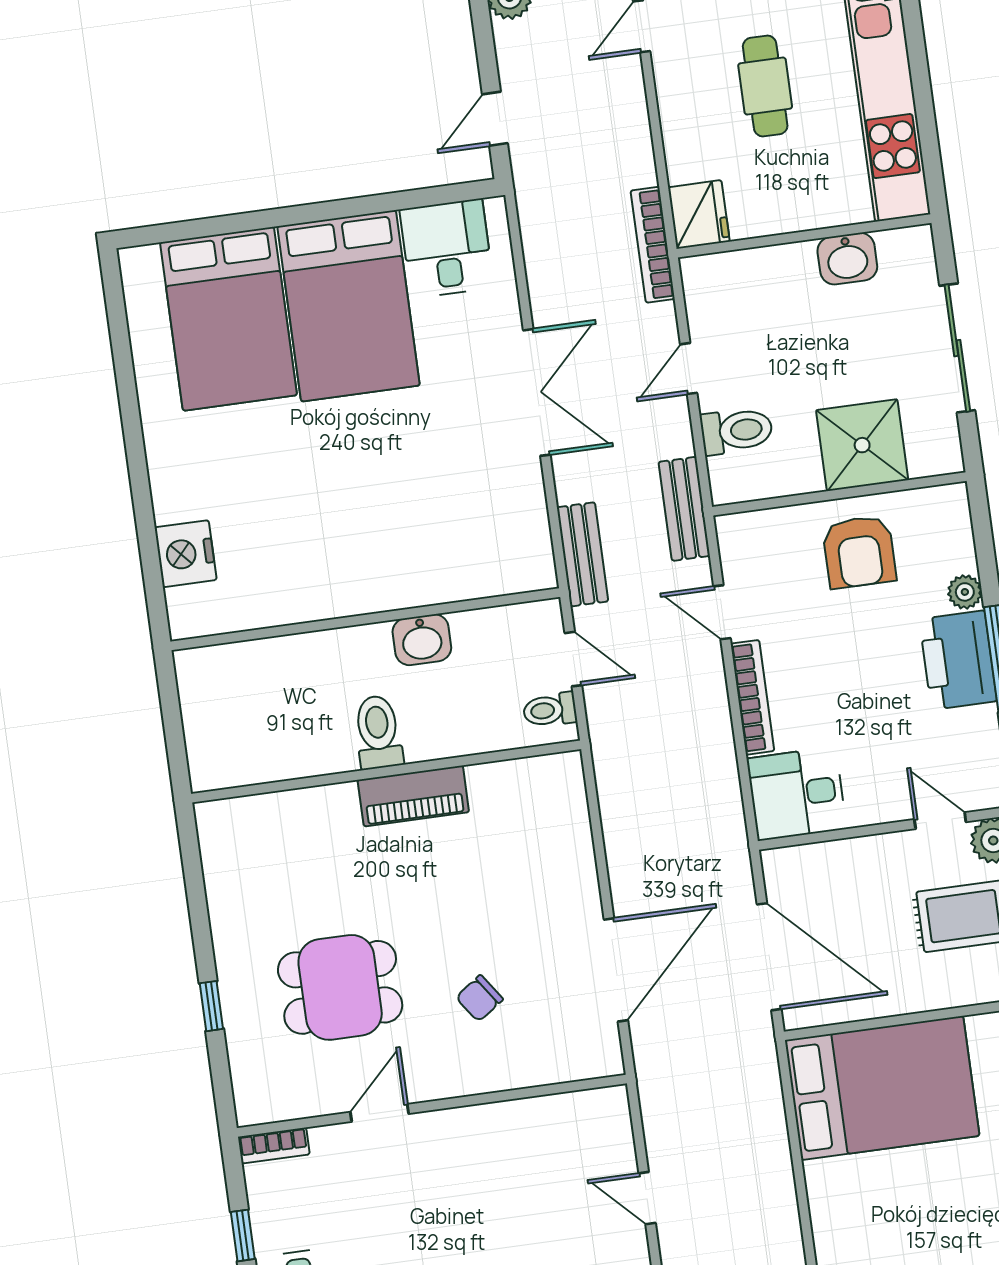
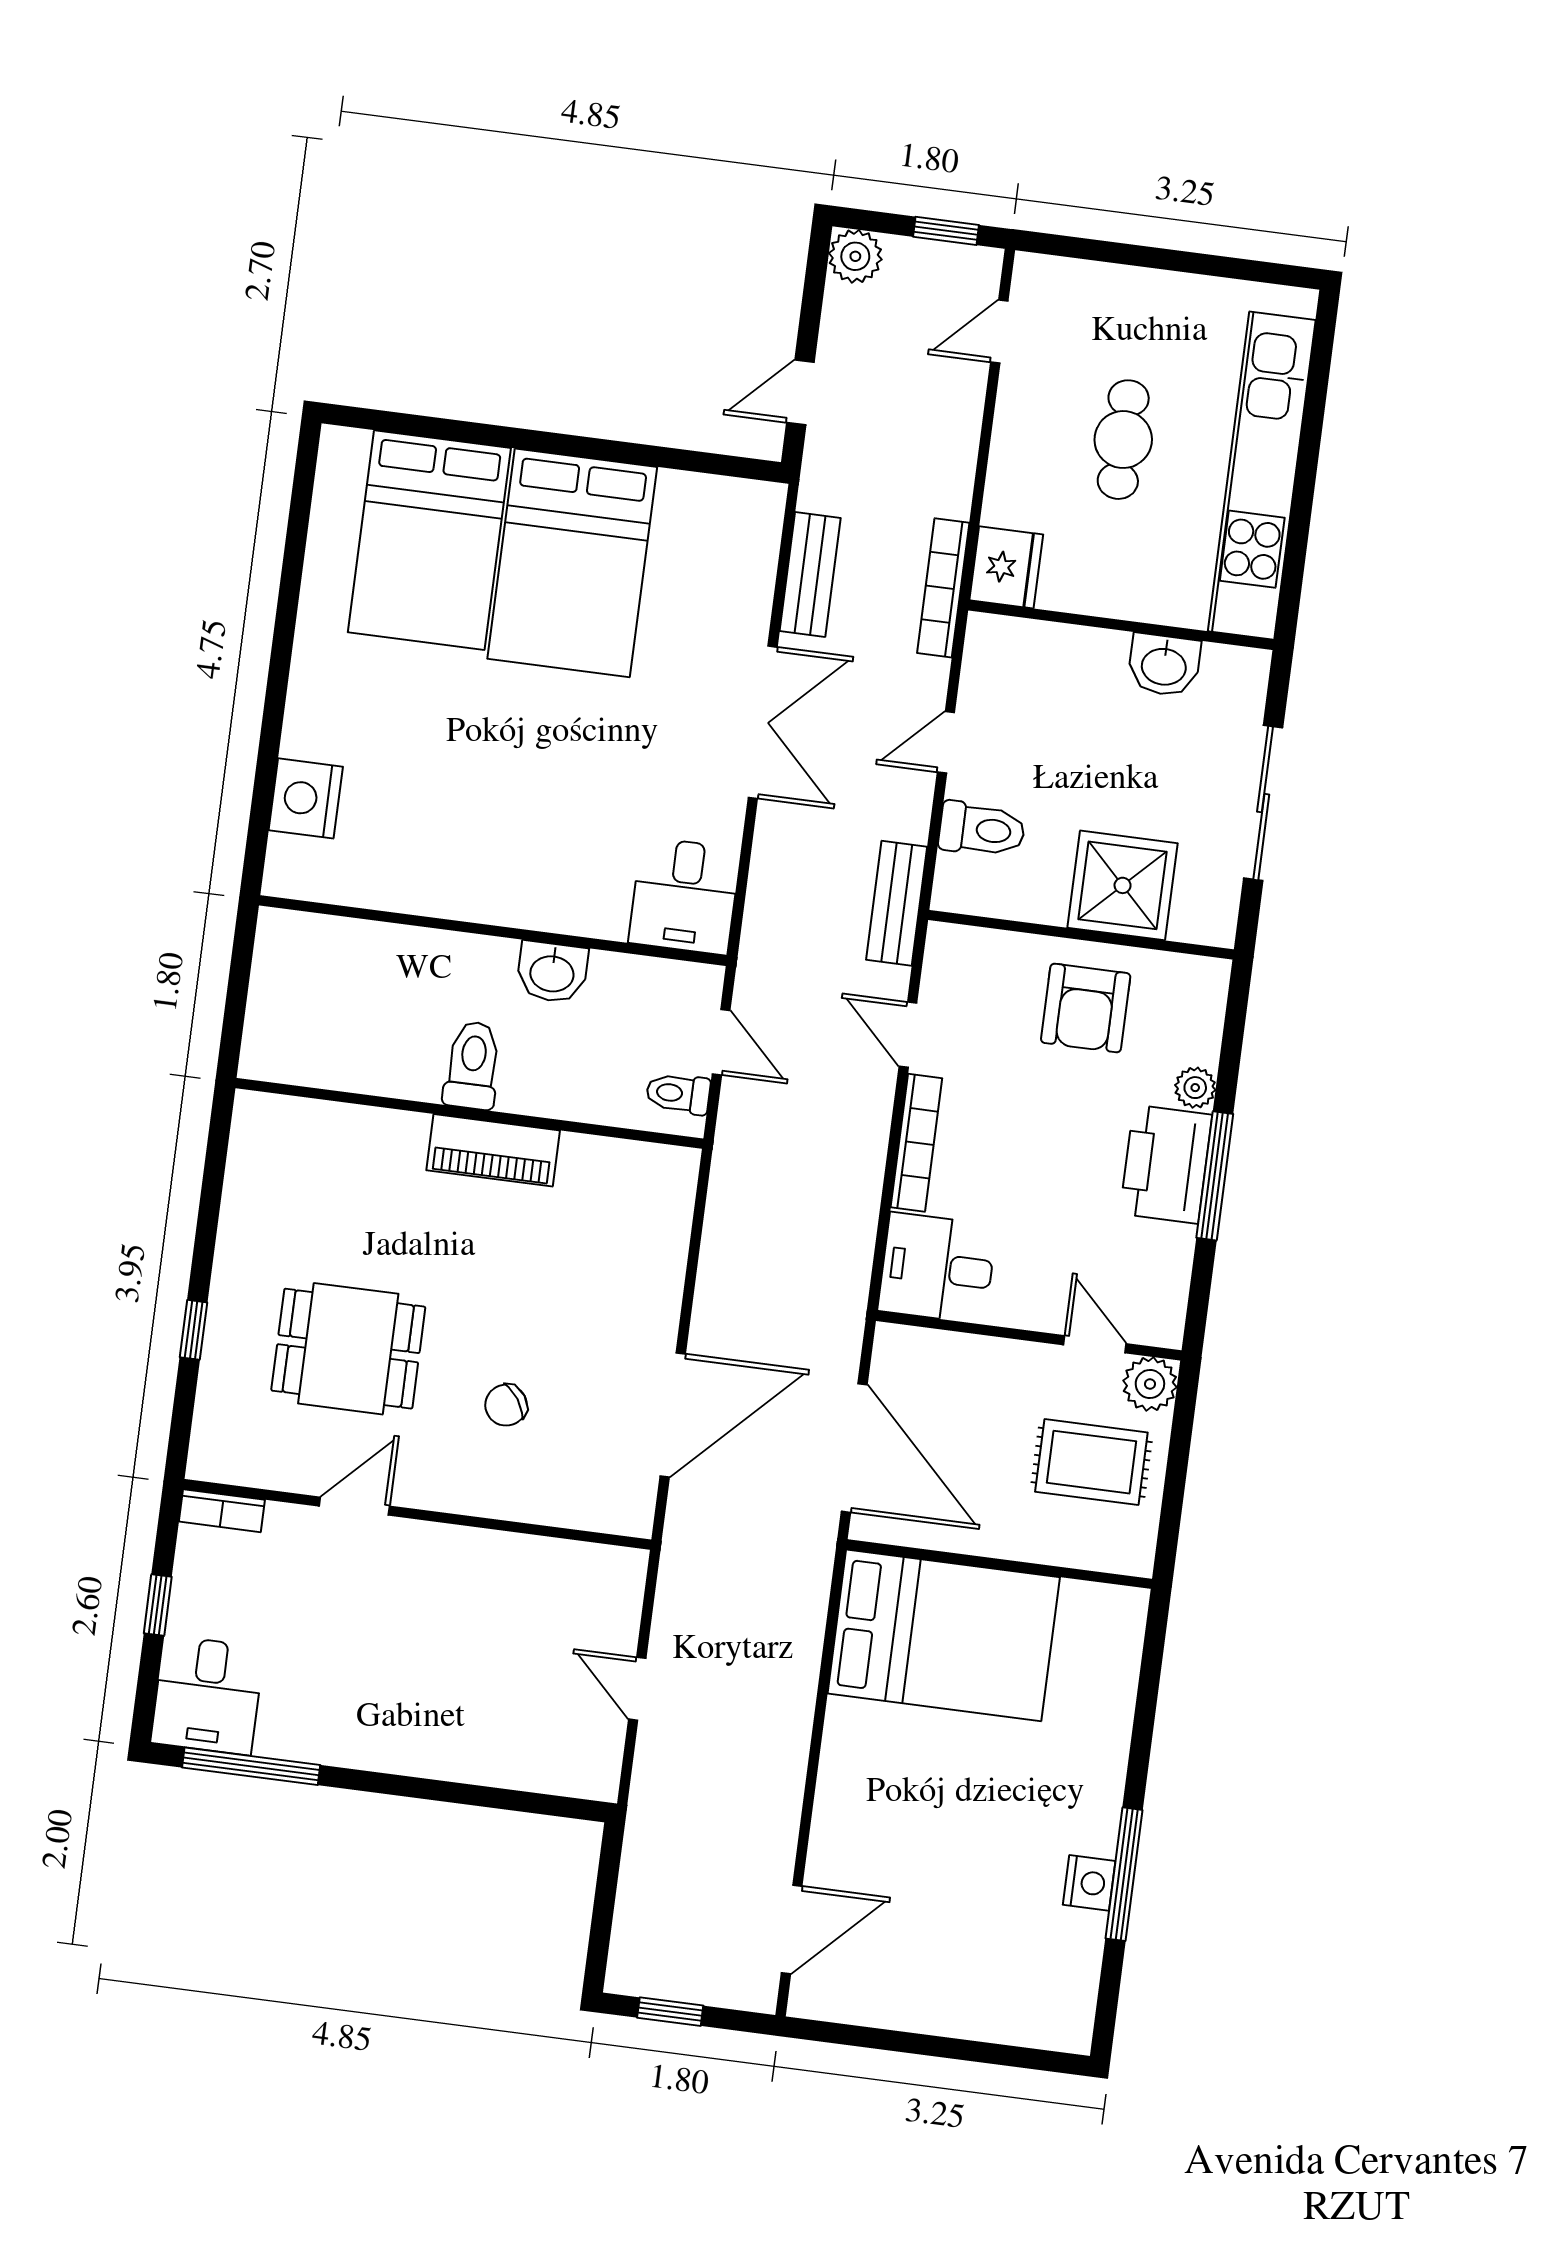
desk: (447, 248) -> (684, 896), moved, turned 180
bench: (583, 554) -> (810, 575), moved

